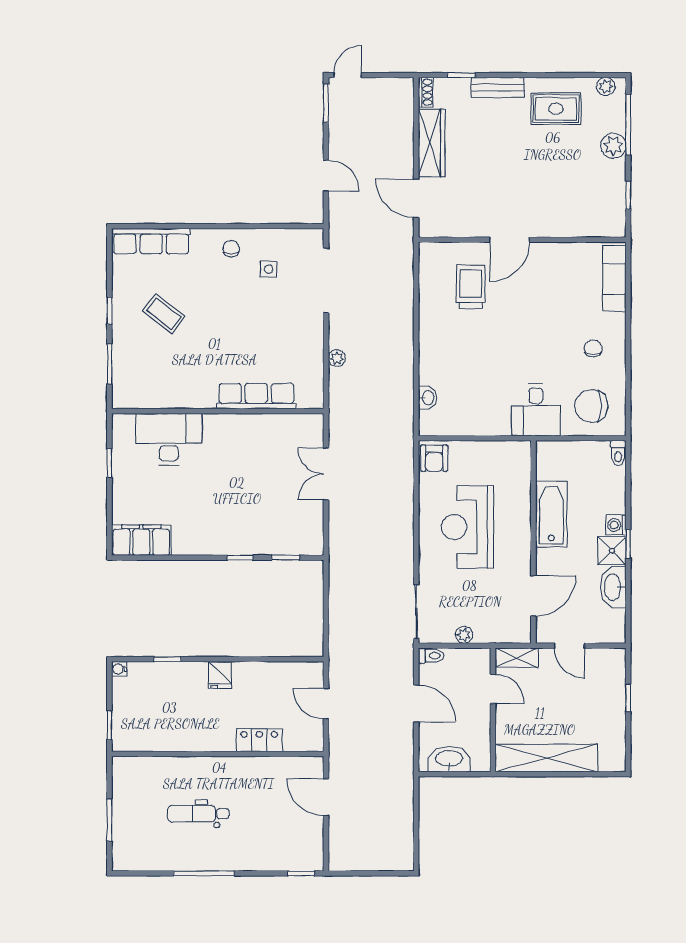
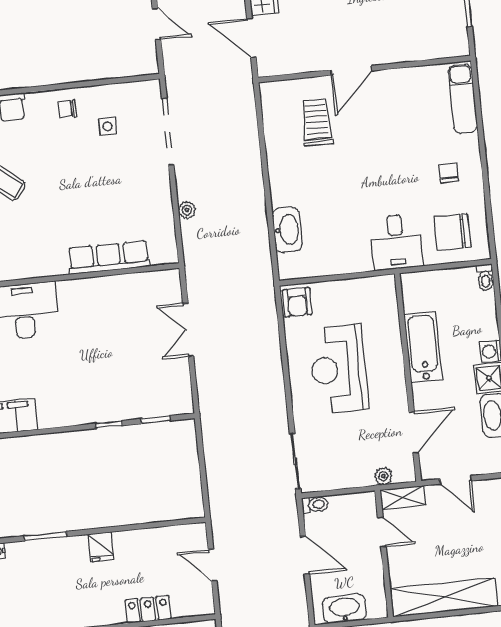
chair: (231, 249) -> (67, 109), turned -90
washbasin: (428, 398) -> (287, 230), width x1.91, depth x1.45
plant: (464, 635) -> (383, 476), moved
window: (168, 659) -> (46, 536), width x1.50

